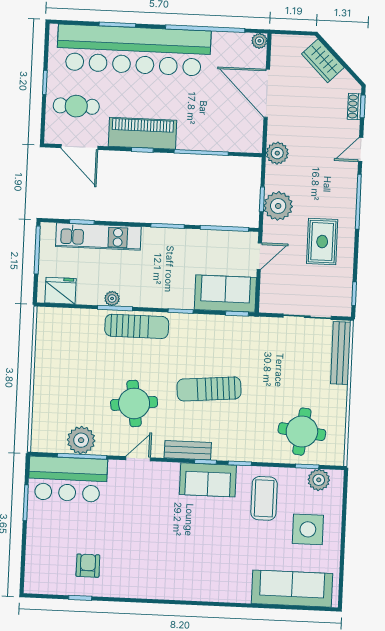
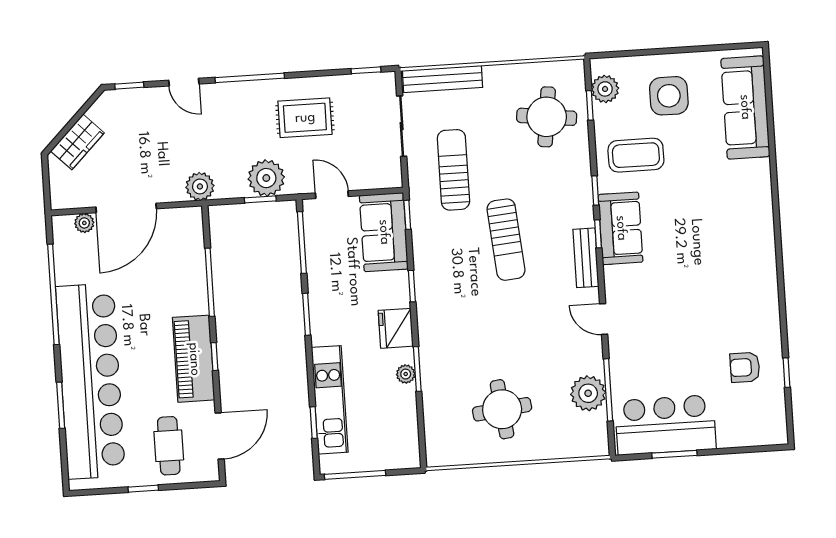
plant: (259, 41) -> (84, 223), moved
shoe rack: (354, 107) -> (131, 96), removed
fridge: (60, 291) -> (396, 328), moved
sun lounger: (137, 326) -> (453, 170), moved
round table: (134, 403) -> (502, 409), moved
bar counter: (68, 479) -> (665, 425), moved, turned -90

